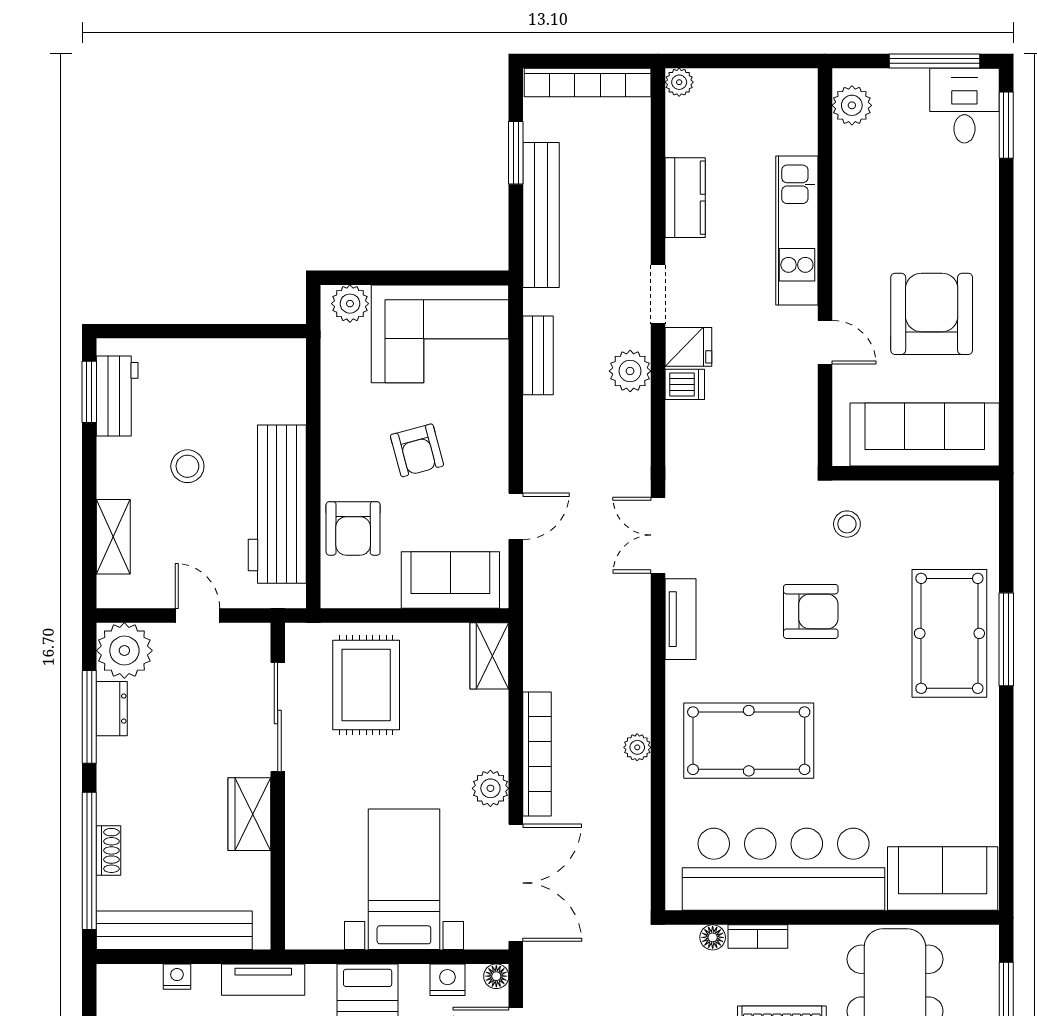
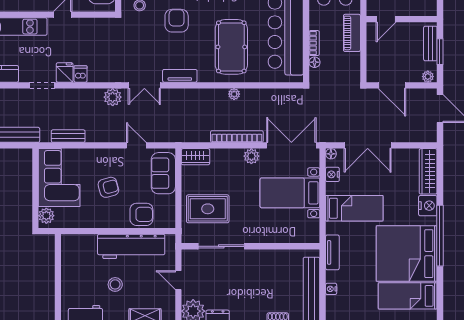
plant: (630, 371) -> (113, 97), moved
door: (197, 615) -> (178, 280), hinge flipped
wardrobe: (249, 814) -> (262, 258), removed

